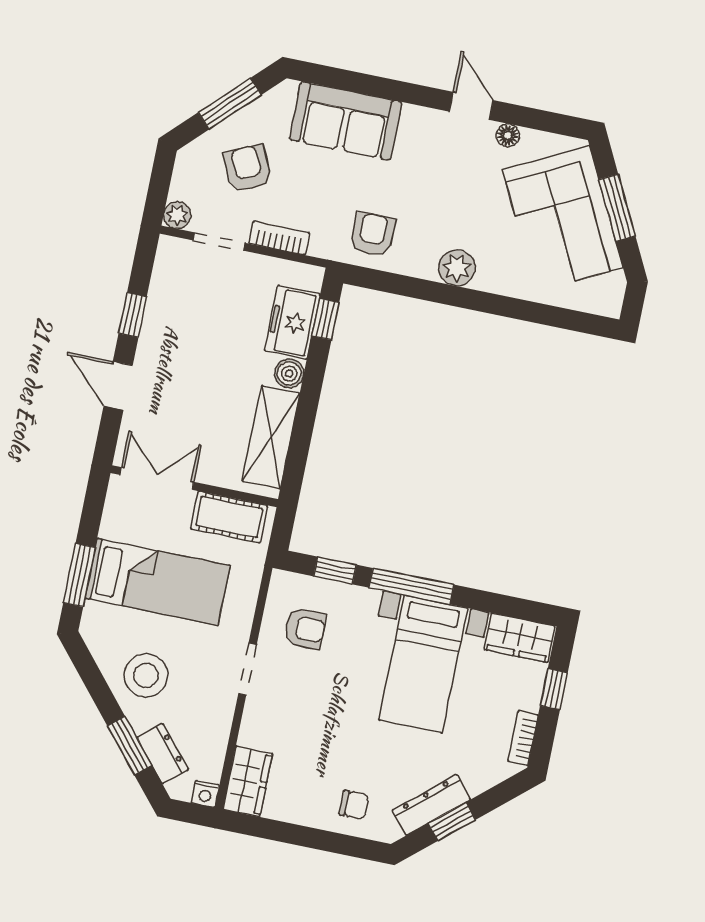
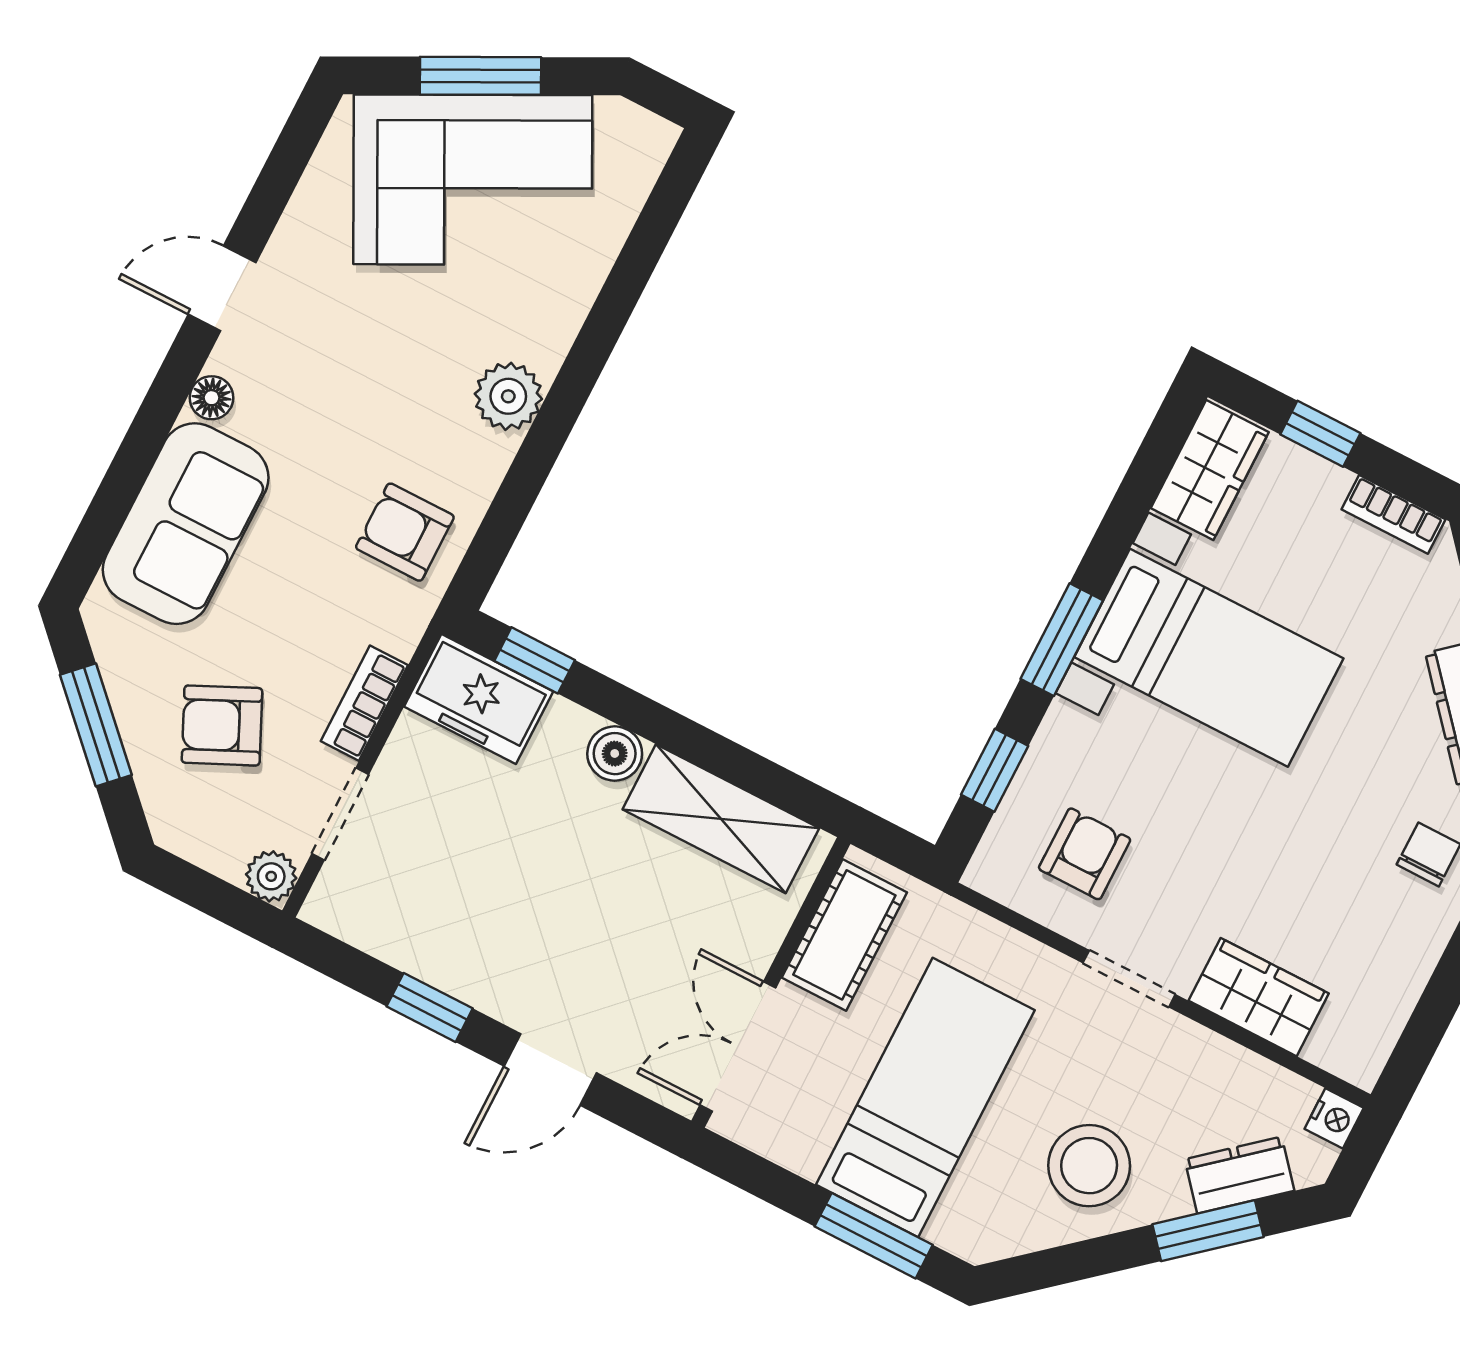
floor lamp: (508, 135) -> (212, 398), moved
freezer: (292, 322) -> (479, 699), moved
window: (412, 586) -> (1062, 640), width x0.69
wardrobe: (248, 781) -> (1259, 997), moved

